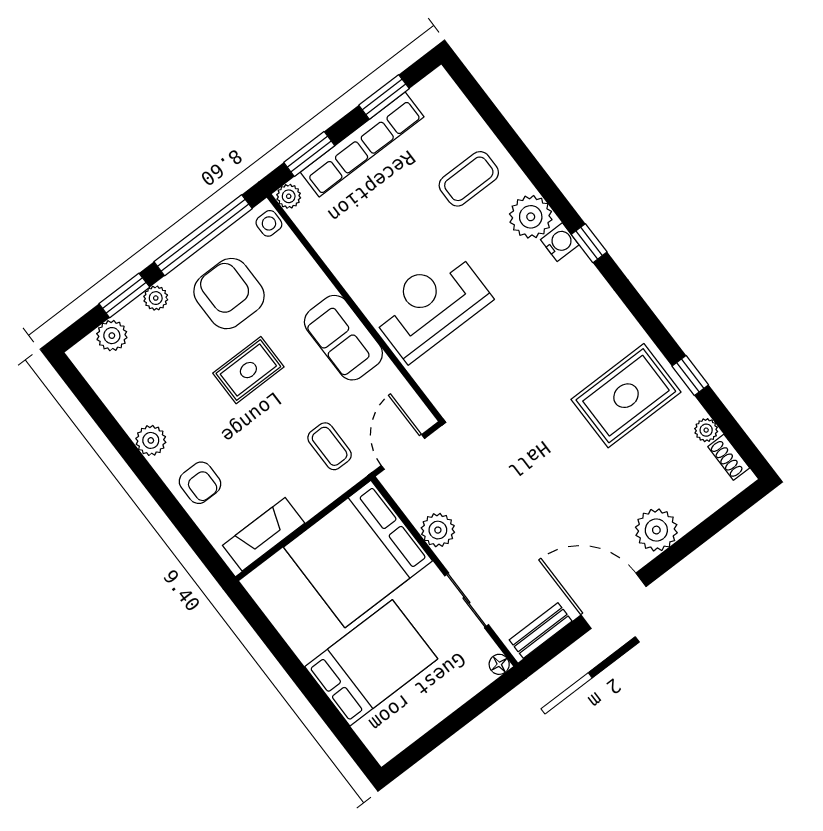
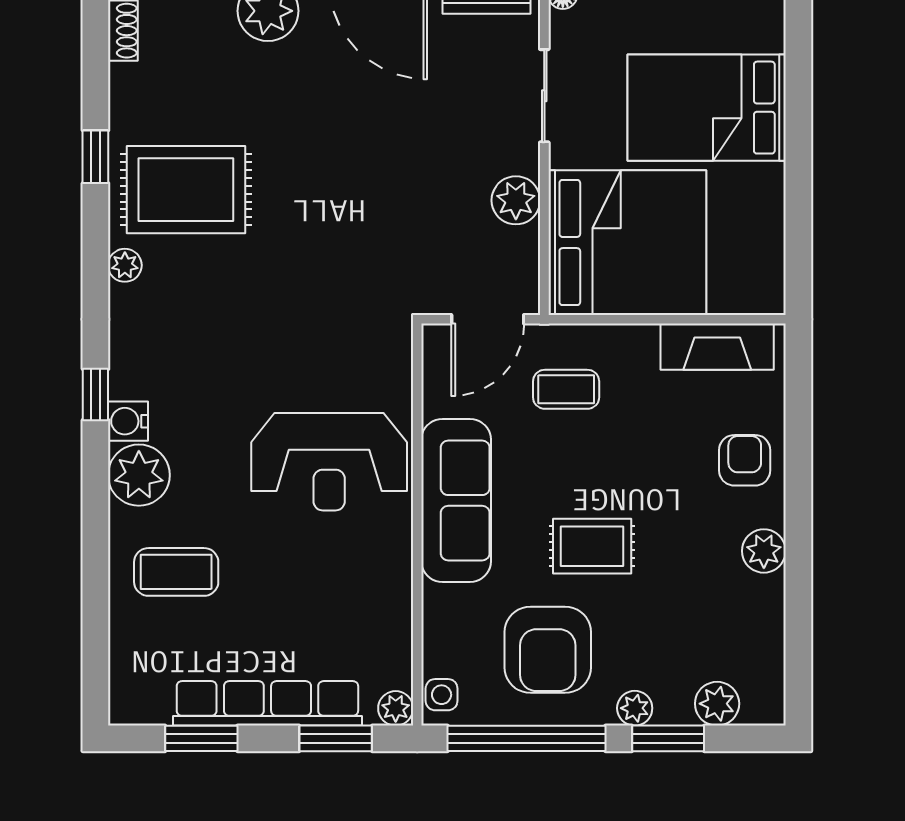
sofa: (343, 338) -> (456, 500), width x1.36
plant: (706, 430) -> (125, 265), moved
coffee table: (330, 446) -> (566, 389), turned 90

